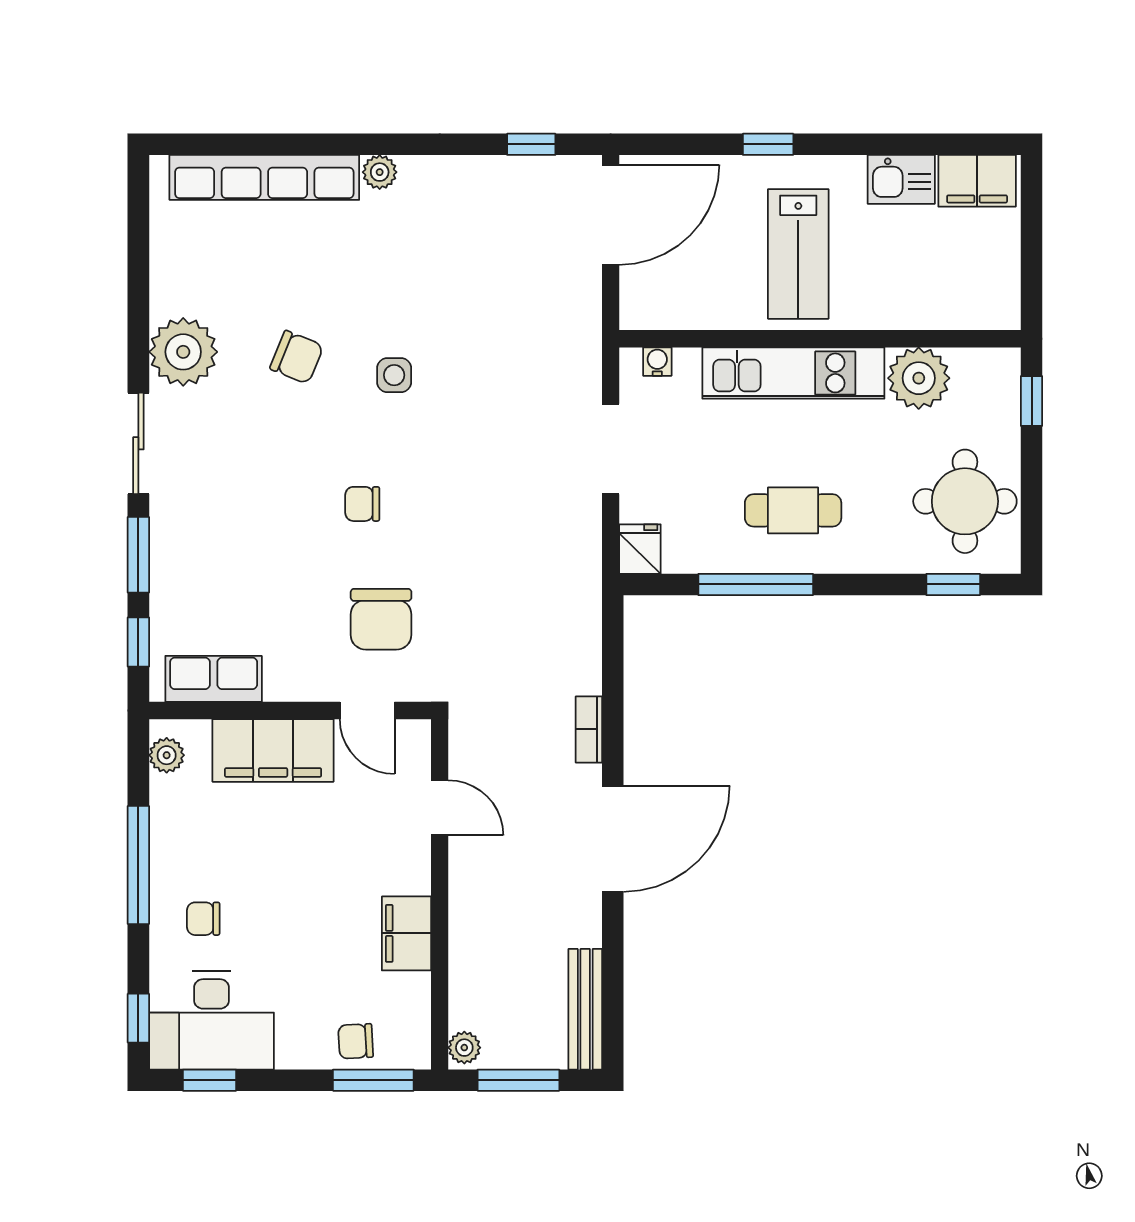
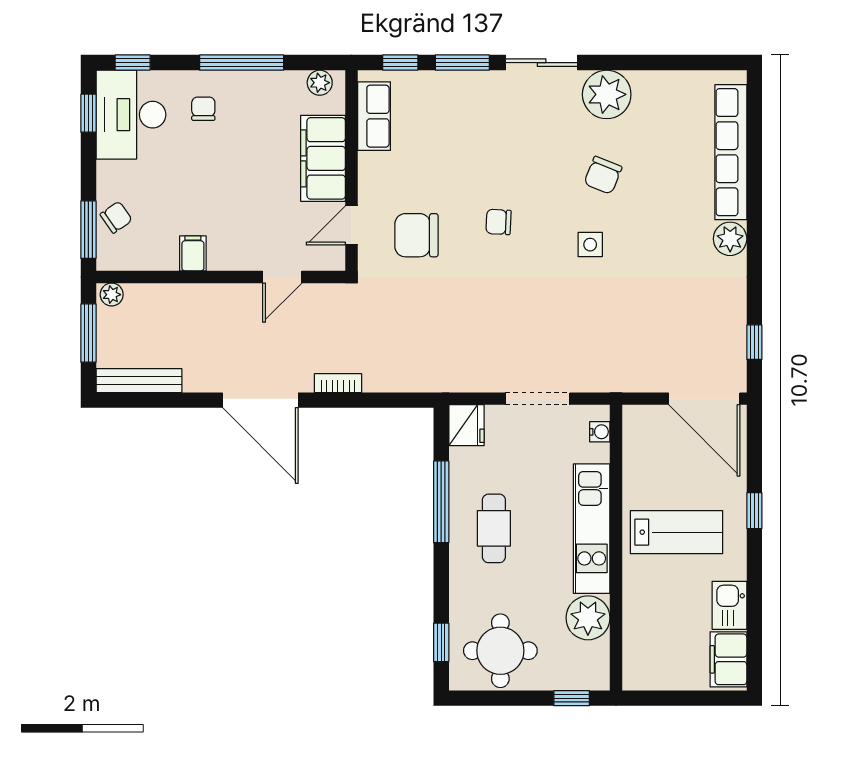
plant: (380, 172) -> (730, 239), width x1.38, depth x1.38
lab bench: (798, 254) -> (676, 532), turned 180
chair: (362, 504) -> (499, 222), turned -87
fridge: (640, 549) -> (466, 425), width x1.38
filing cabinet: (406, 933) -> (193, 253), width x0.50
chair: (356, 1041) -> (116, 217), turned 58

